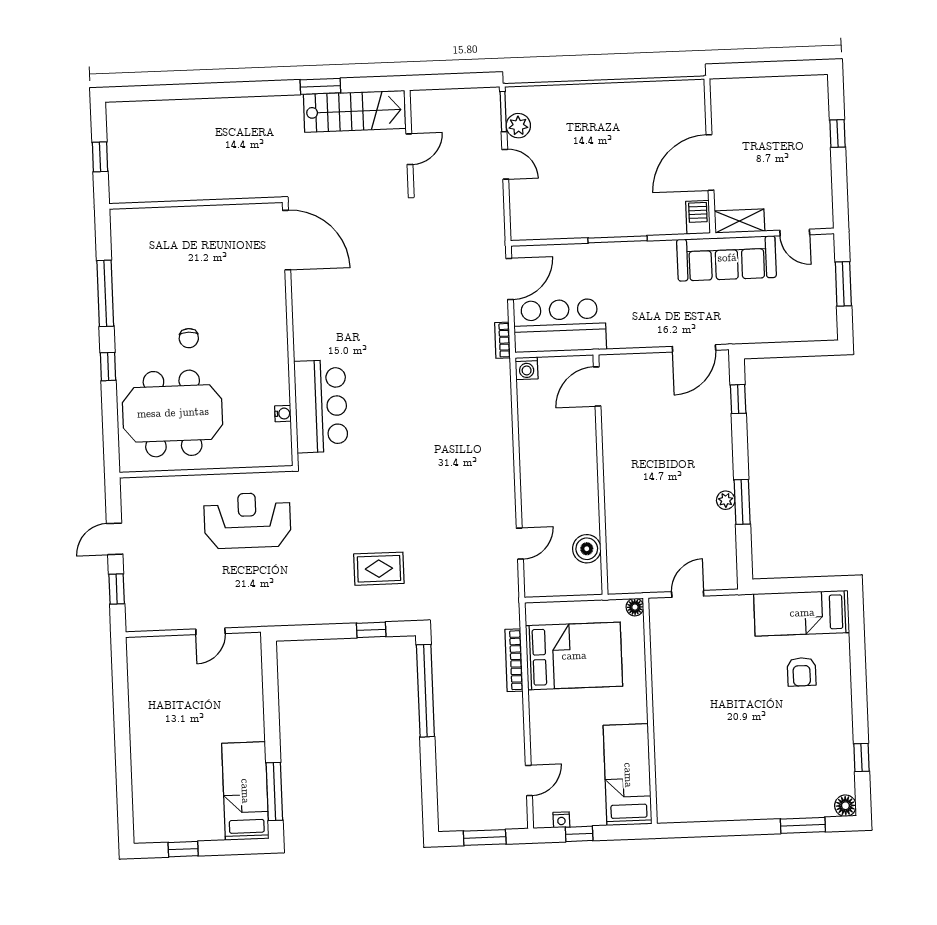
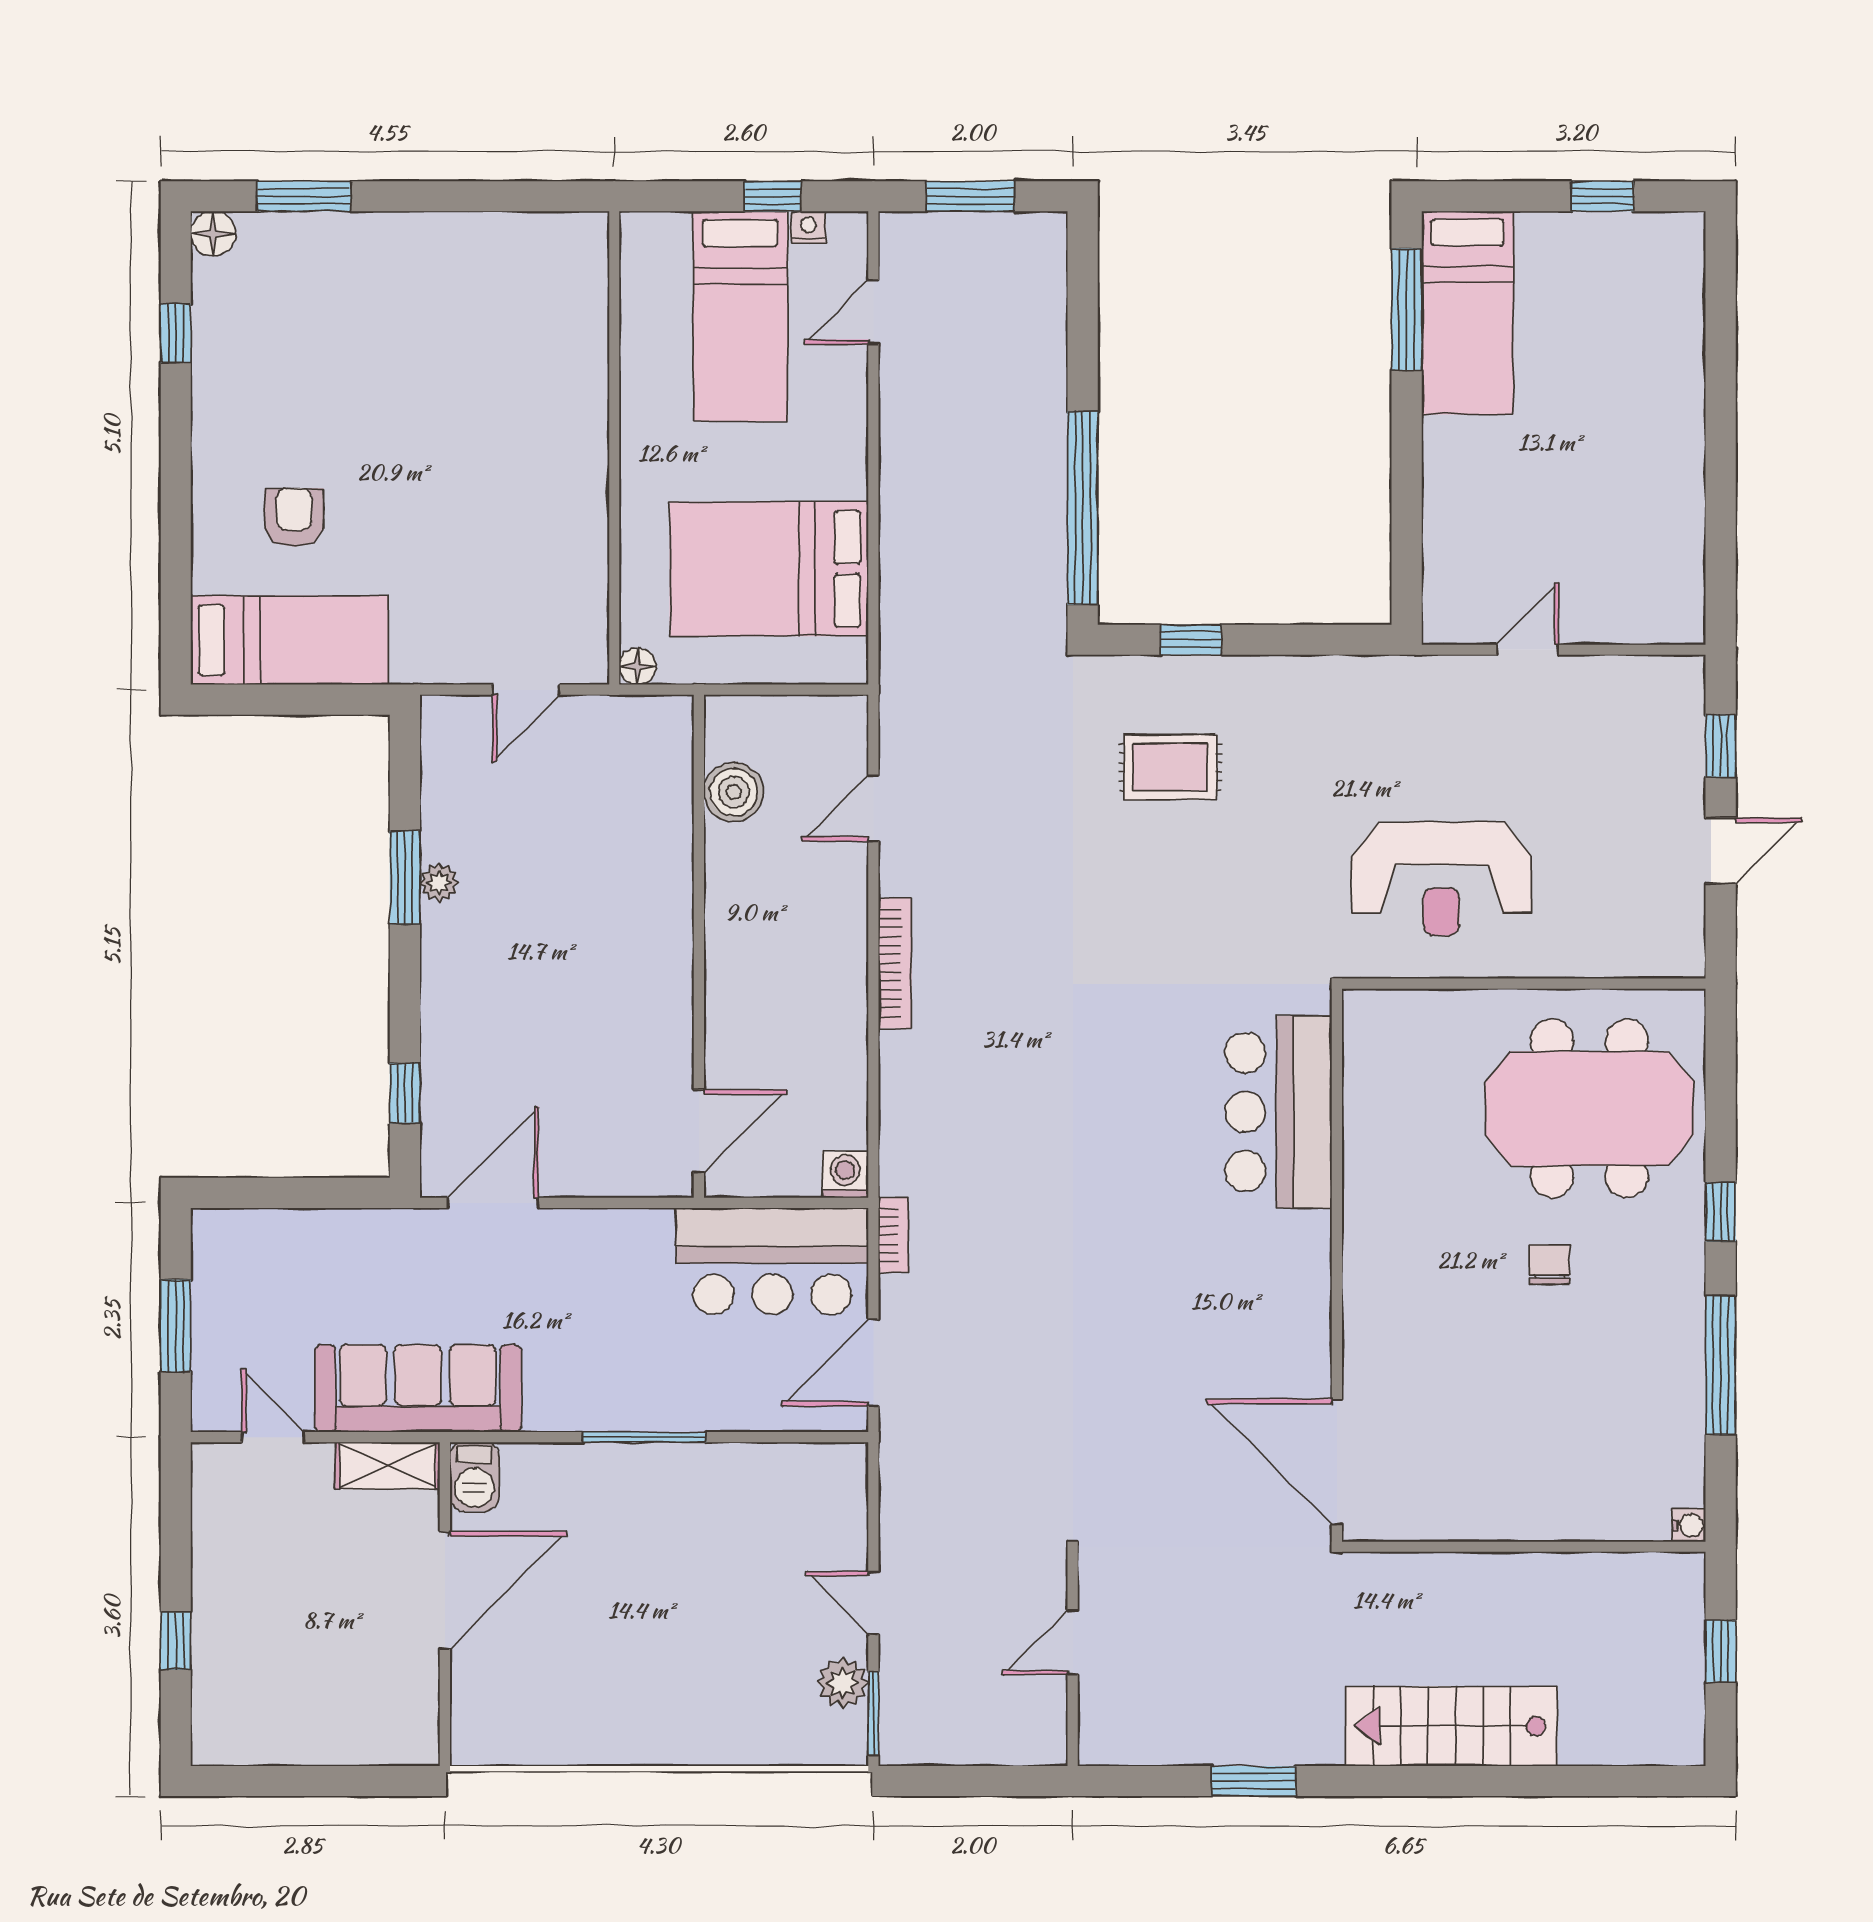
stairs: (354, 111) -> (1451, 1726), moved
water cooler: (283, 414) -> (1689, 1525), moved, turned 180
bookcase: (514, 660) -> (895, 963), moved
bed: (628, 775) -> (740, 316), moved

